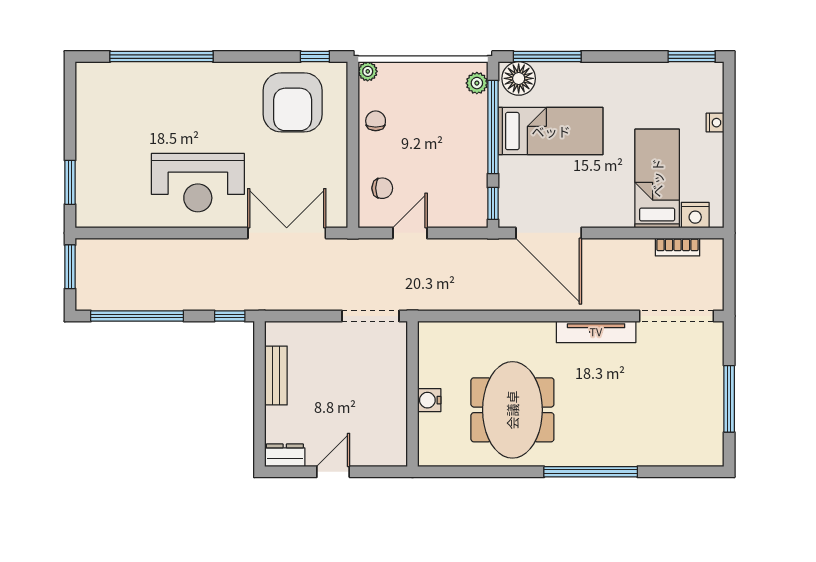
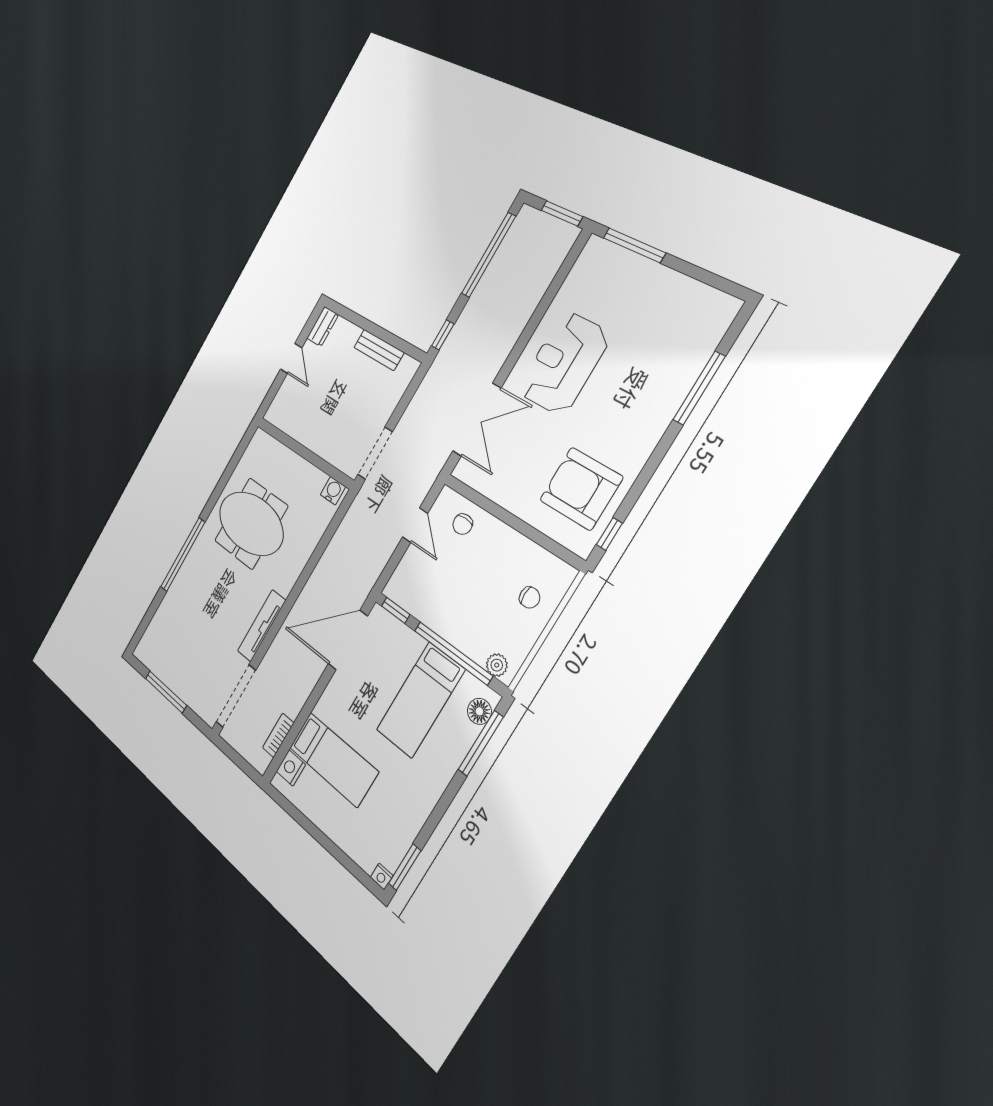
window: (162, 57) -> (699, 388), width x0.68
plant: (368, 71) -> (566, 574), removed
floor lamp: (519, 78) -> (479, 711), width x0.73, depth x0.73
chair: (376, 121) -> (530, 598), moved
nightstand: (715, 123) -> (382, 877), moved
window: (70, 182) -> (634, 245), width x1.44
water cooler: (429, 400) -> (333, 491), moved

